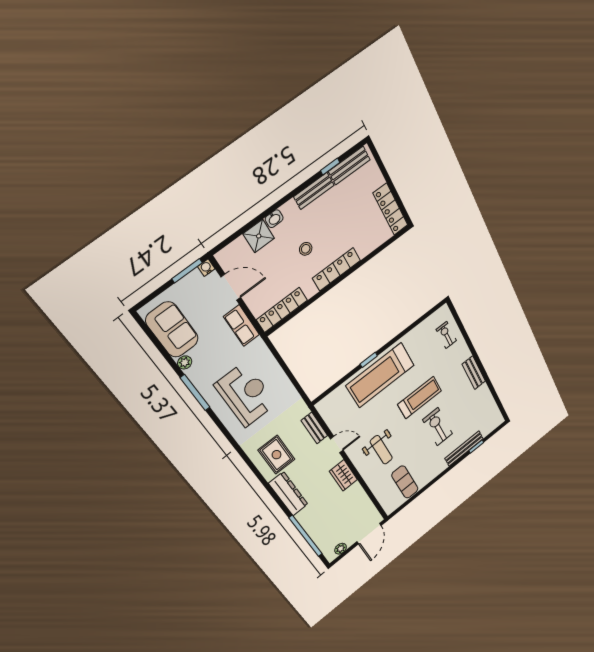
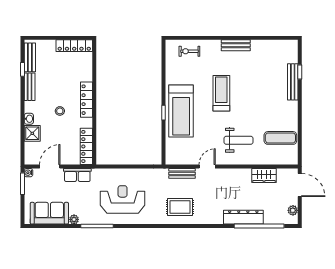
exercise bike: (438, 427) -> (256, 92), removed
wardrobe: (343, 475) -> (264, 176), moved
dresser: (288, 494) -> (243, 217), moved

